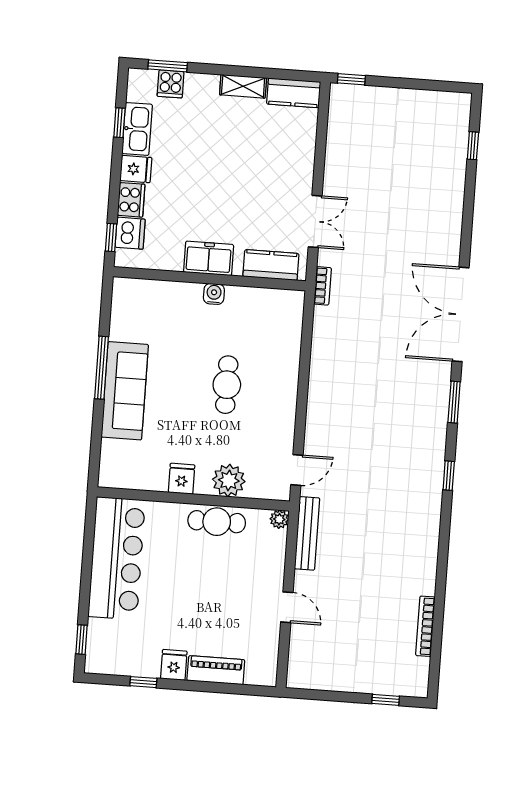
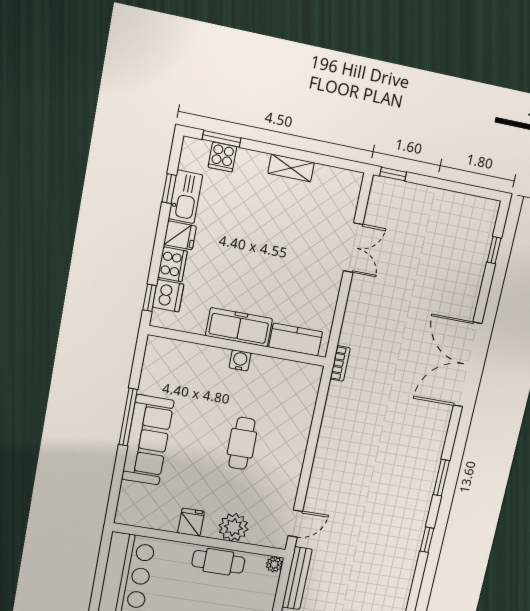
kitchen counter: (294, 93) -> (338, 180), removed
double door: (315, 221) -> (353, 248), moved
freezer: (209, 258) -> (239, 327), width x1.40
double door: (461, 314) -> (468, 365), moved

